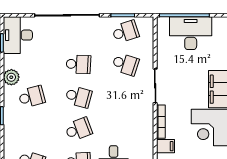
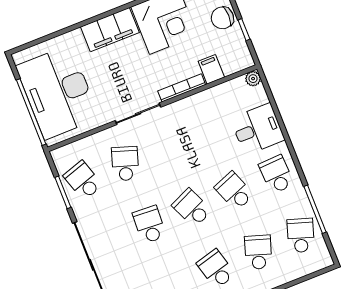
desk: (191, 33) -> (58, 92), width x1.36, depth x1.30
school desk: (79, 97) -> (192, 208), turned -39
school desk: (32, 129) -> (258, 252), added

